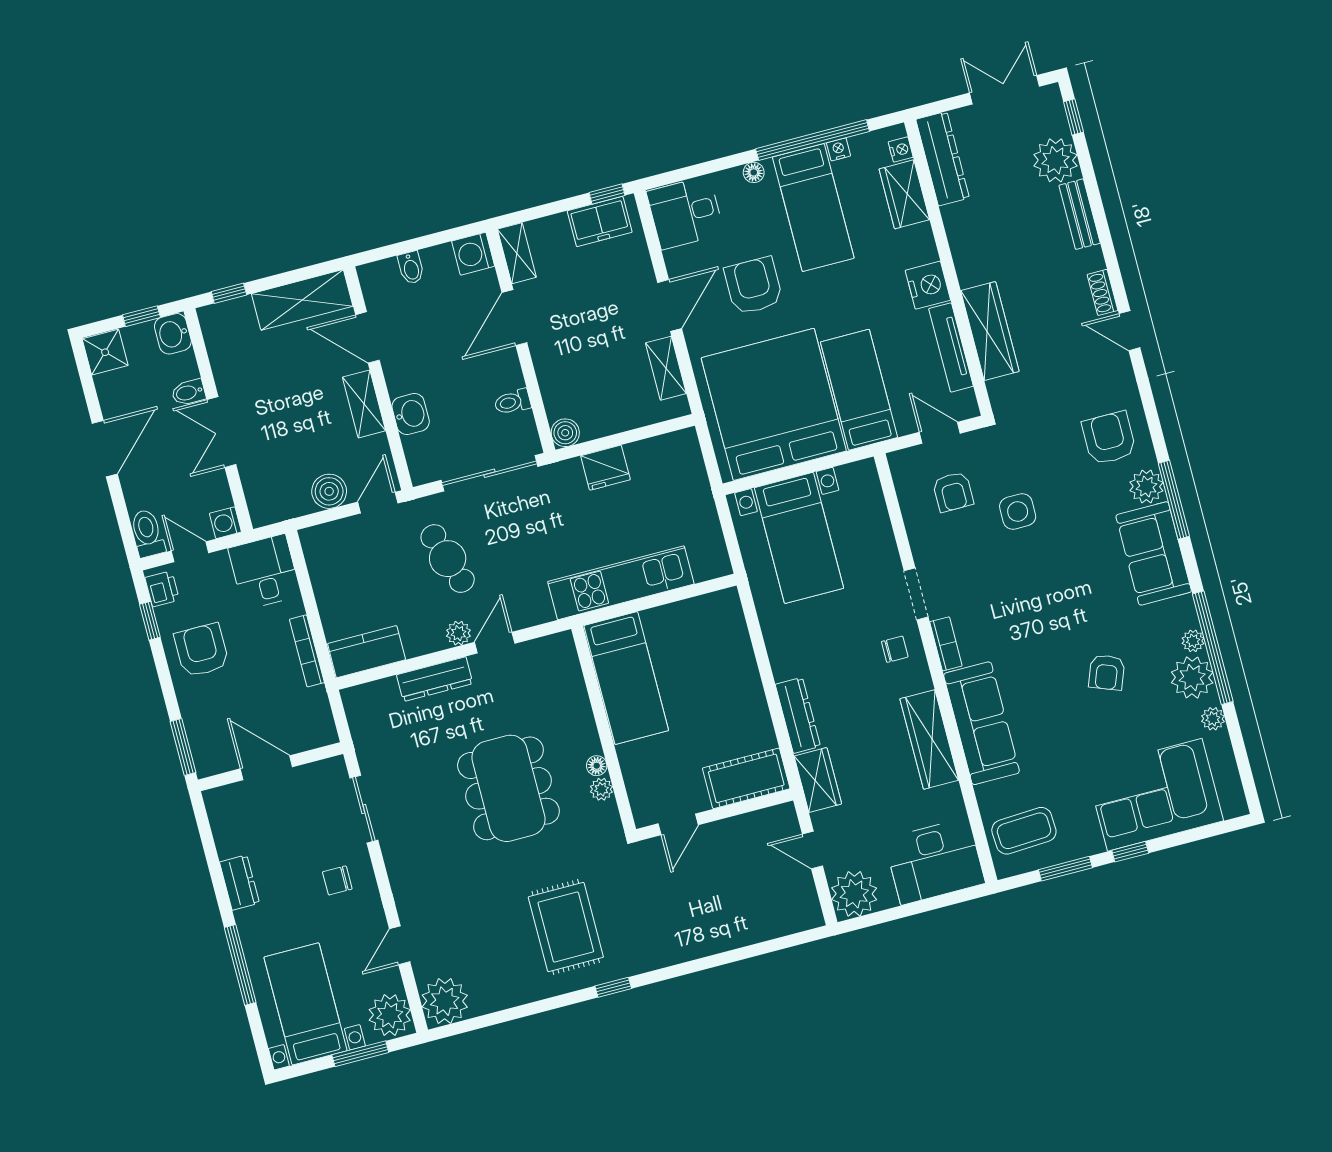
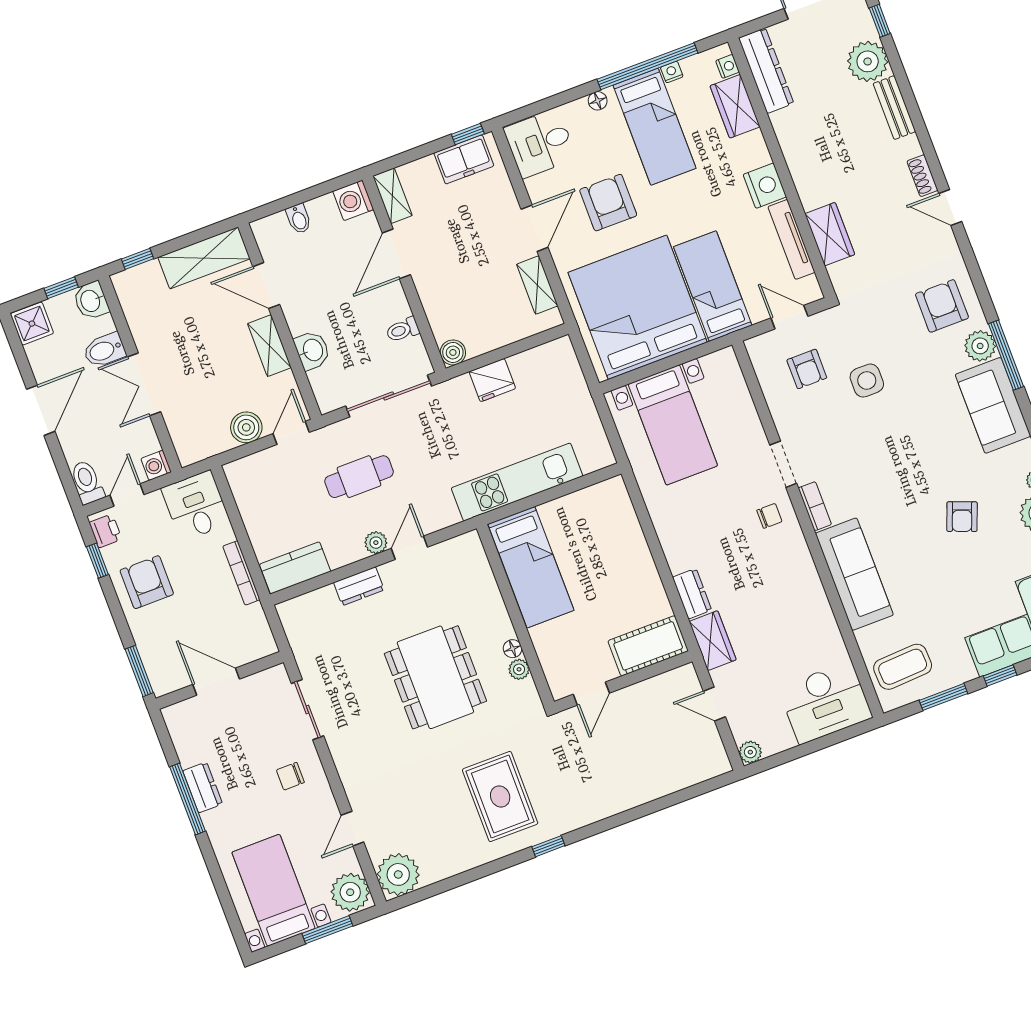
wardrobe: (990, 331) -> (830, 234), width x0.67
bidet: (188, 392) -> (104, 350), width x1.38, depth x1.36
door: (190, 552) -> (127, 495), hinge flipped
cafe table: (448, 559) -> (359, 477), turned -72
dresser: (435, 679) -> (359, 586), width x0.70
dresser: (798, 715) -> (692, 594), width x0.70
wardrobe: (929, 739) -> (809, 594), removed
plant: (854, 894) -> (750, 752), width x0.53, depth x0.53
window: (240, 965) -> (188, 799), moved

